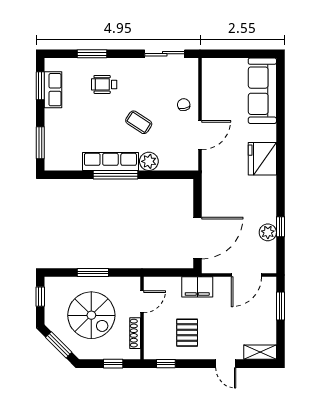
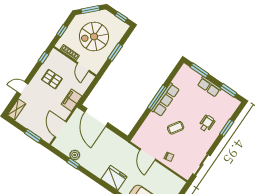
row of seats: (53, 90) -> (209, 87), moved
plant: (149, 161) -> (152, 119), removed

